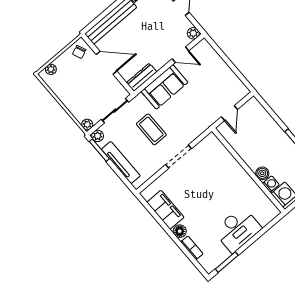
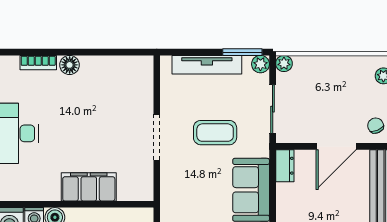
dresser: (142, 77) -> (285, 166), width x0.70
filing cabinet: (165, 210) -> (89, 187), moved, turned 180

